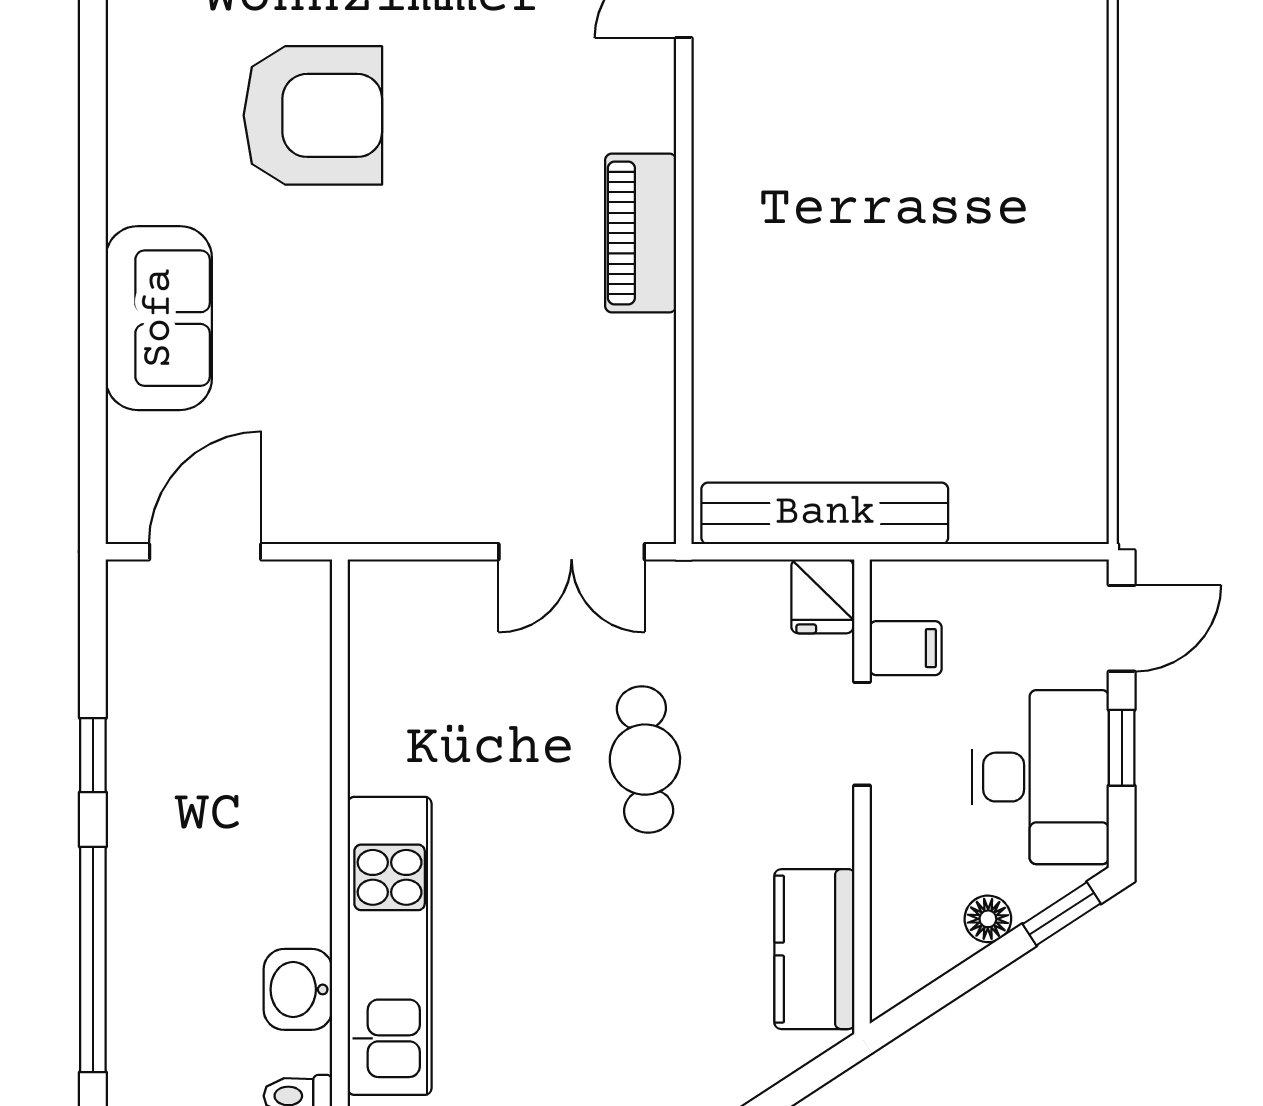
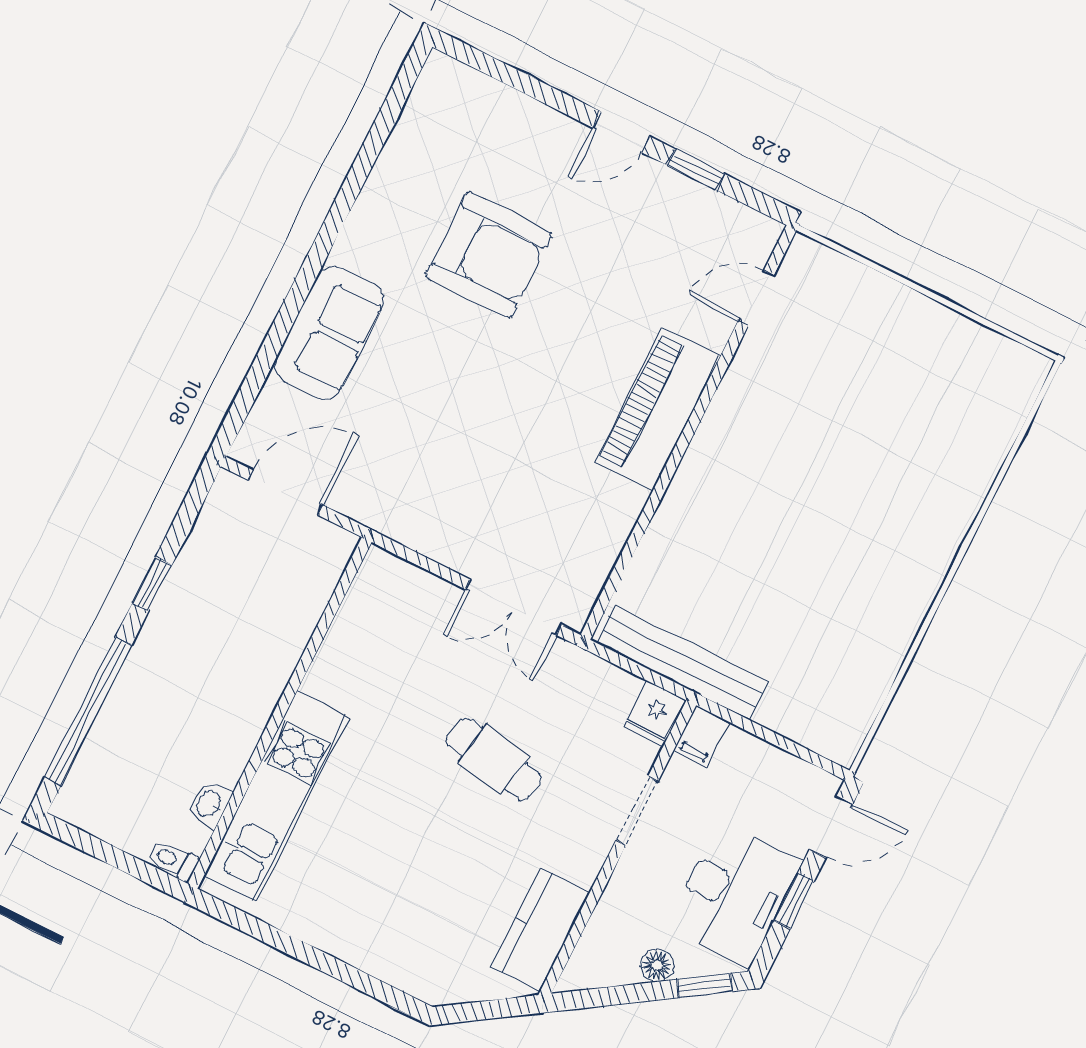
piano: (641, 233) -> (658, 409), width x1.37, depth x1.33
filing cabinet: (906, 648) -> (702, 736), moved, turned 90
cafe table: (645, 760) -> (494, 759), turned -75
washbasin: (298, 989) -> (209, 804), width x0.72, depth x0.69

